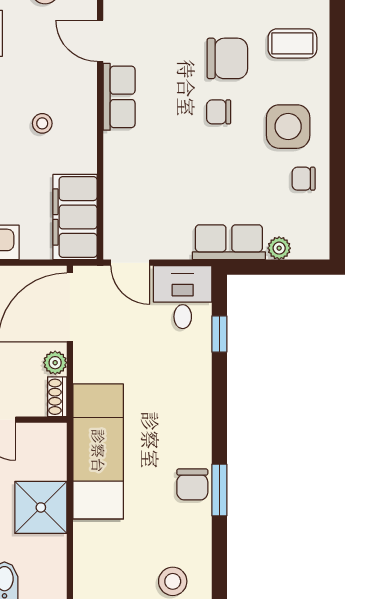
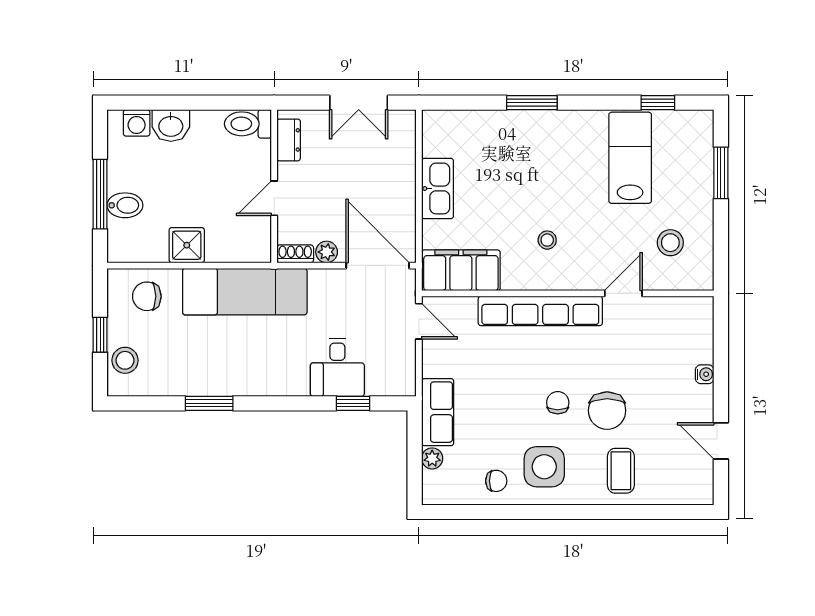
row of seats: (119, 97) -> (540, 311), width x2.02
chair: (304, 179) -> (496, 481), turned 90
door: (130, 263) -> (419, 321), swing flipped
desk: (183, 297) -> (337, 367), moved, turned 90
chair: (192, 484) -> (147, 296), moved
shower: (41, 507) -> (187, 245), width x0.73, depth x0.73

